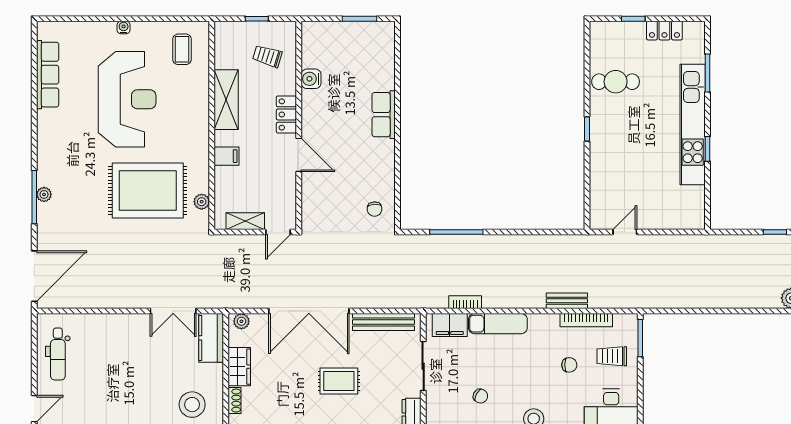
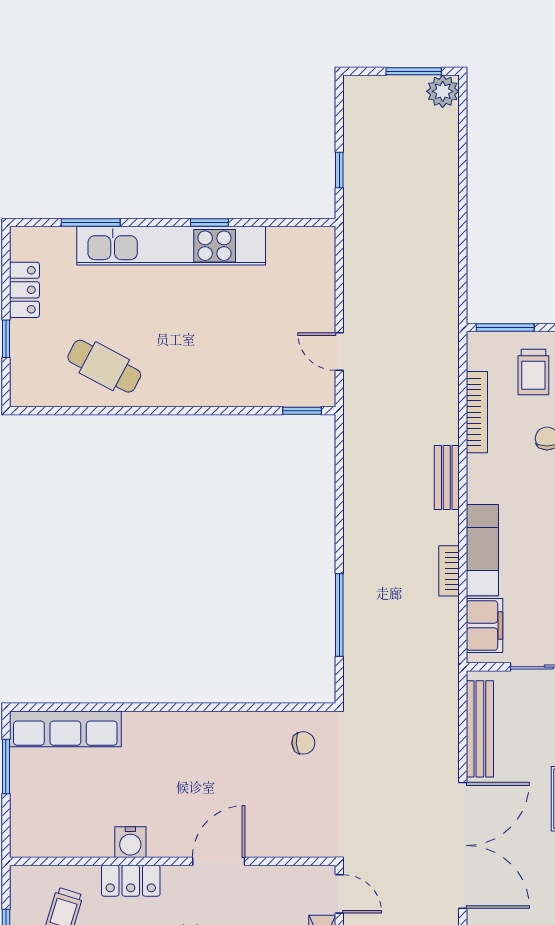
water cooler: (311, 79) -> (130, 842), moved
cafe table: (616, 82) -> (104, 366), turned -62
locker: (286, 114) -> (131, 881), moved
row of seats: (384, 115) -> (65, 729), moved, width x1.48
window: (587, 129) -> (302, 411), moved
window: (775, 232) -> (339, 170), moved
bench: (567, 301) -> (447, 478), moved
bookcase: (465, 302) -> (449, 571), moved

